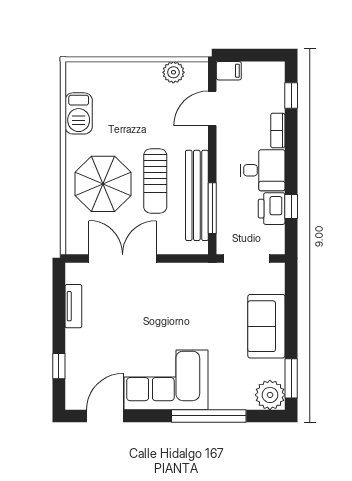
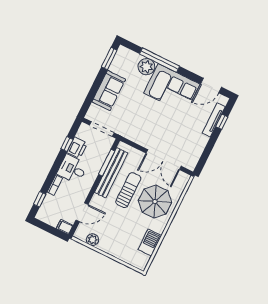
tv unit: (73, 306) -> (214, 120), moved, width x1.41
plant: (270, 395) -> (146, 67), moved

